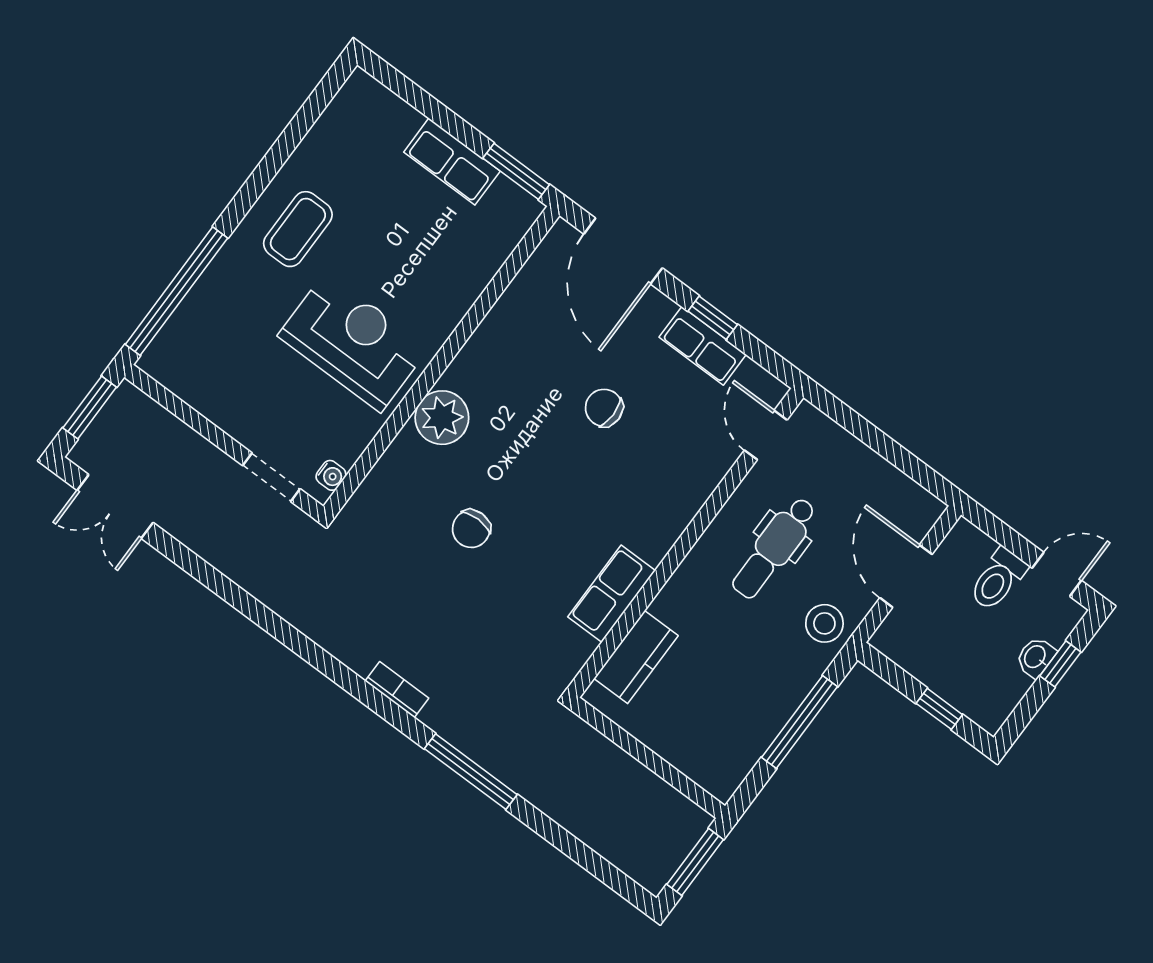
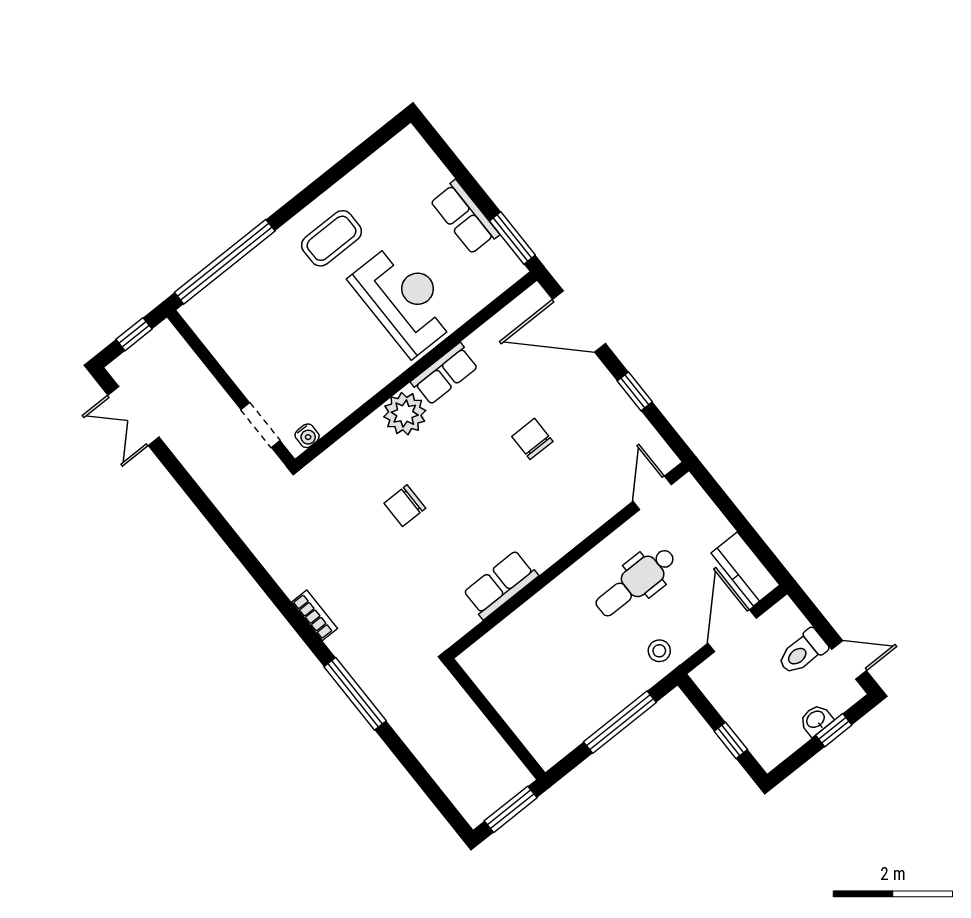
door: (623, 251) -> (579, 321), hinge flipped
reception desk: (353, 342) -> (404, 299), moved
row of seats: (703, 346) -> (445, 374), moved, turned -90
window: (90, 407) -> (134, 334), width x0.67
stool: (824, 623) -> (659, 651), width x0.73, depth x0.73
kitchen counter: (636, 657) -> (745, 569), moved, turned 90

